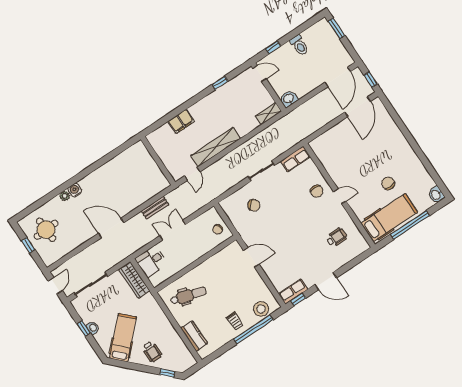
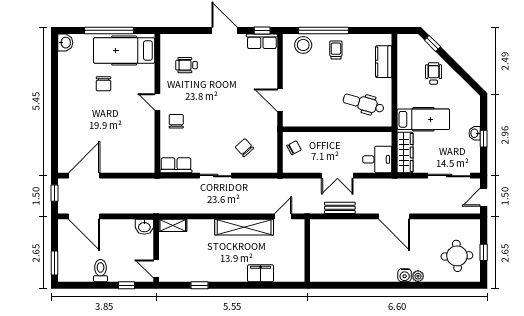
door: (338, 77) -> (84, 216), swing flipped
hospital bed: (123, 338) -> (423, 119), moved, turned -135

